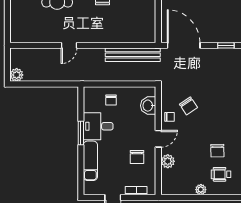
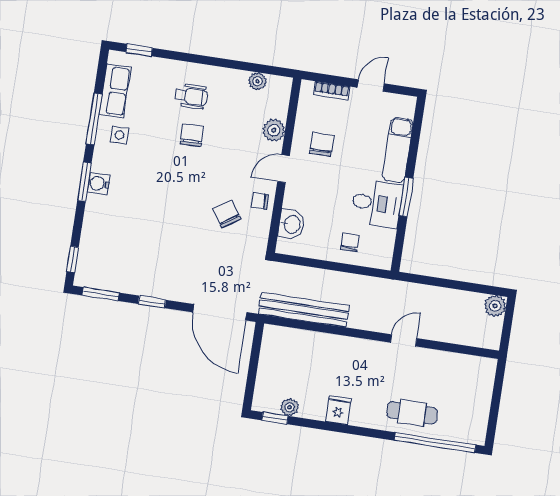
plant: (201, 190) -> (257, 81), moved

